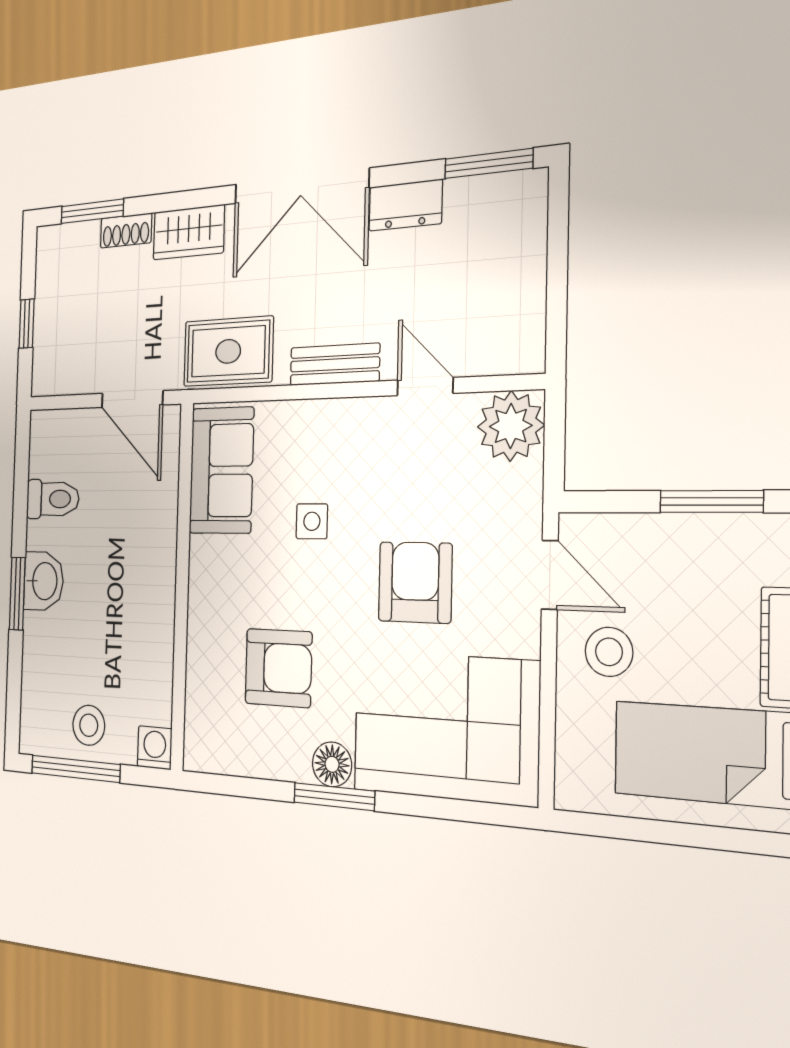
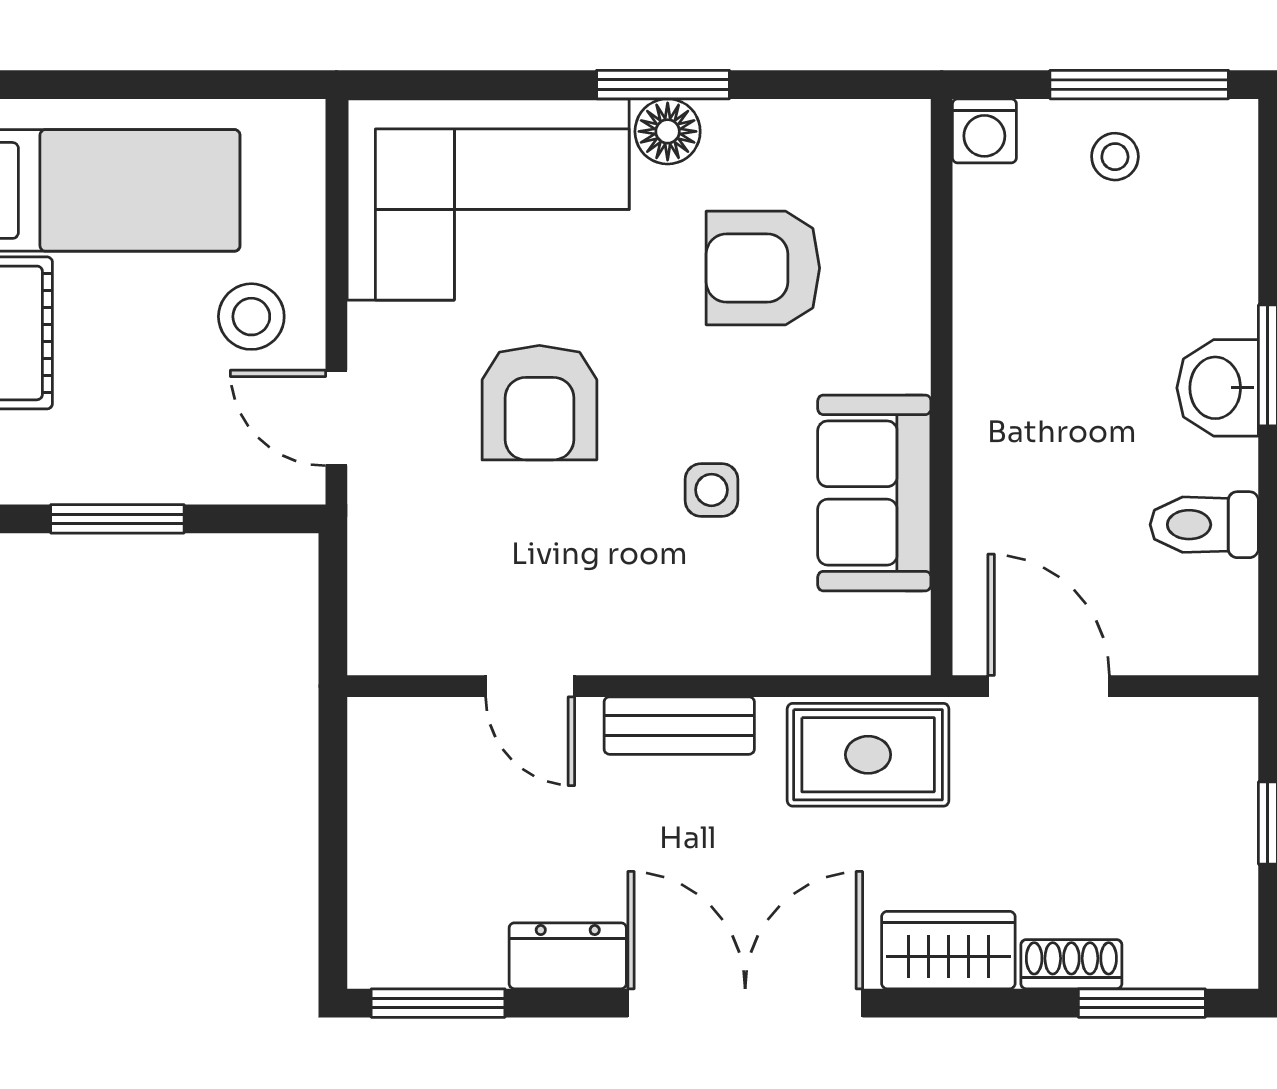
plant: (511, 426) -> (397, 625), removed
sofa: (221, 470) -> (874, 493), moved
stool: (89, 725) -> (1115, 157), width x0.73, depth x0.73

